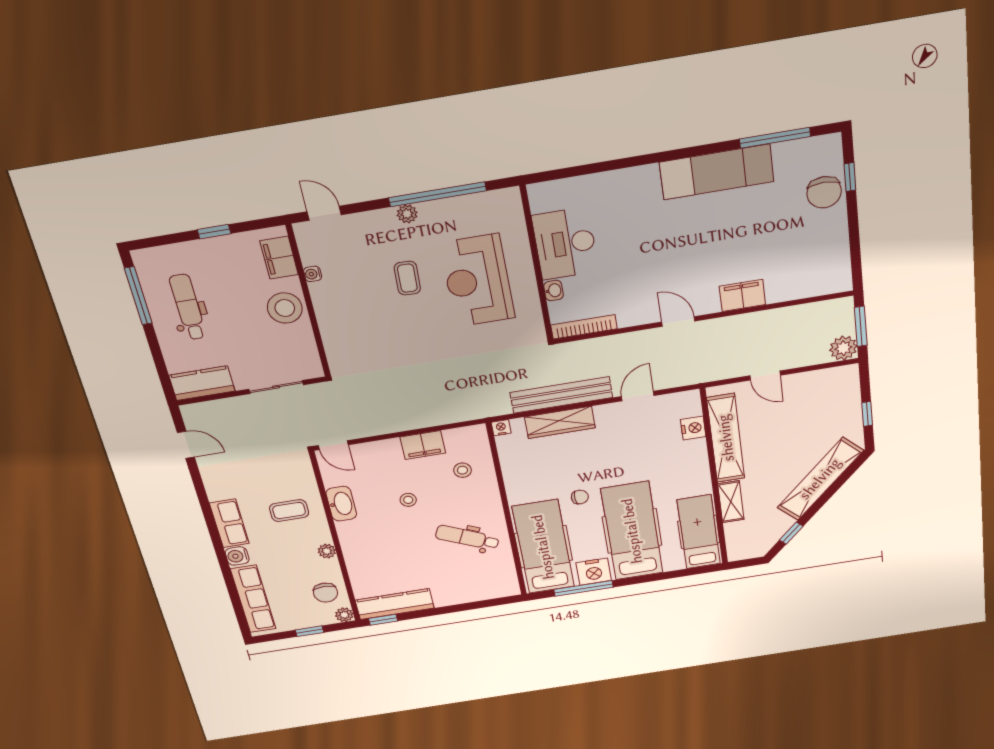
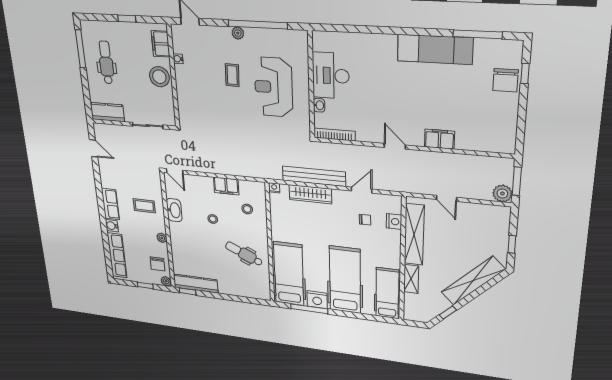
chair: (580, 497) -> (365, 220), moved

